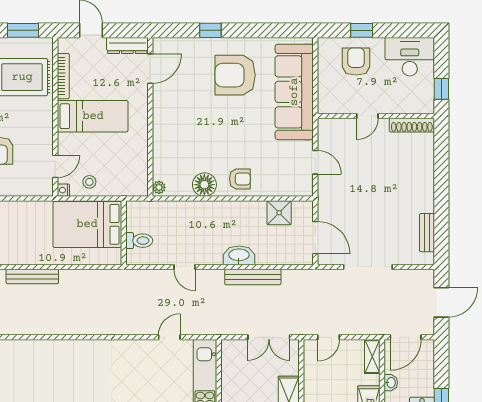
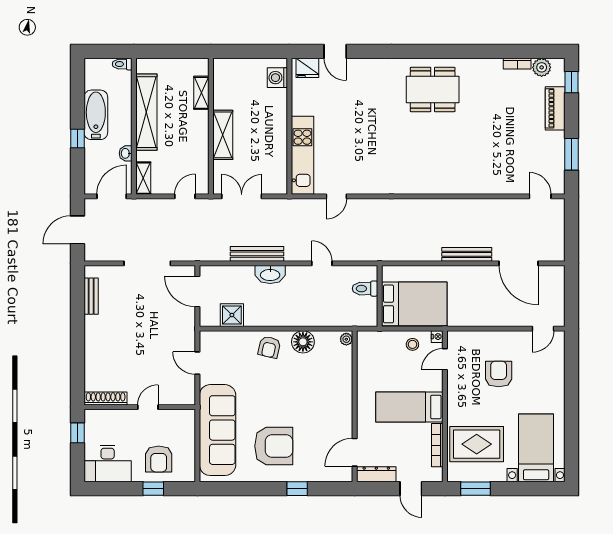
armchair: (240, 179) -> (269, 347), turned -77

